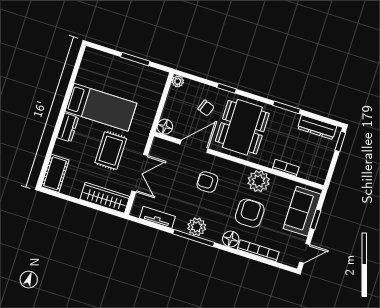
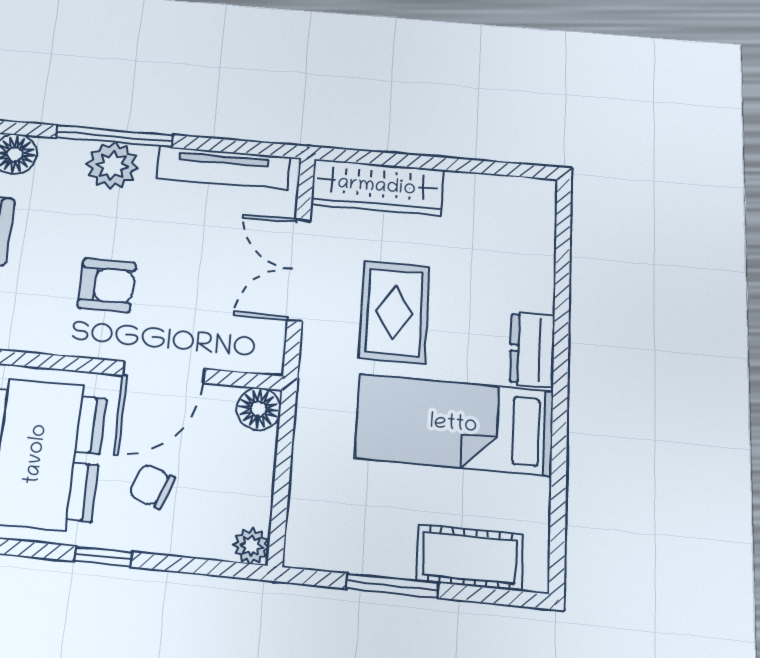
cot: (55, 173) -> (470, 558), moved, turned 90
tv unit: (157, 217) -> (223, 168), width x1.41

